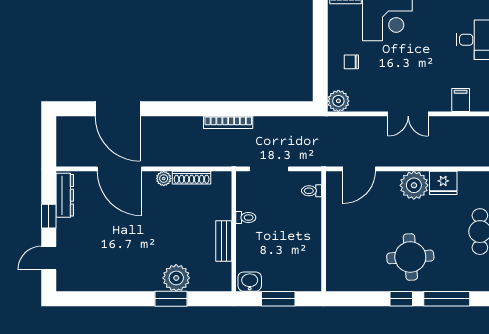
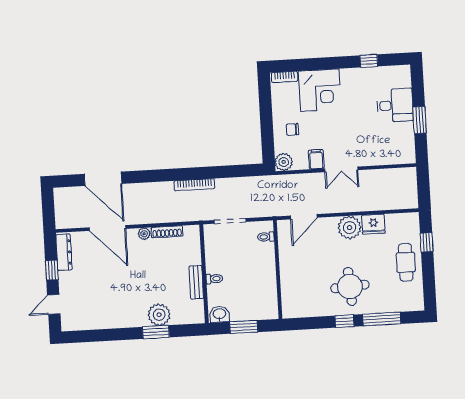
filing cabinet: (461, 100) -> (316, 159), moved
toilet: (246, 218) -> (214, 279), moved

